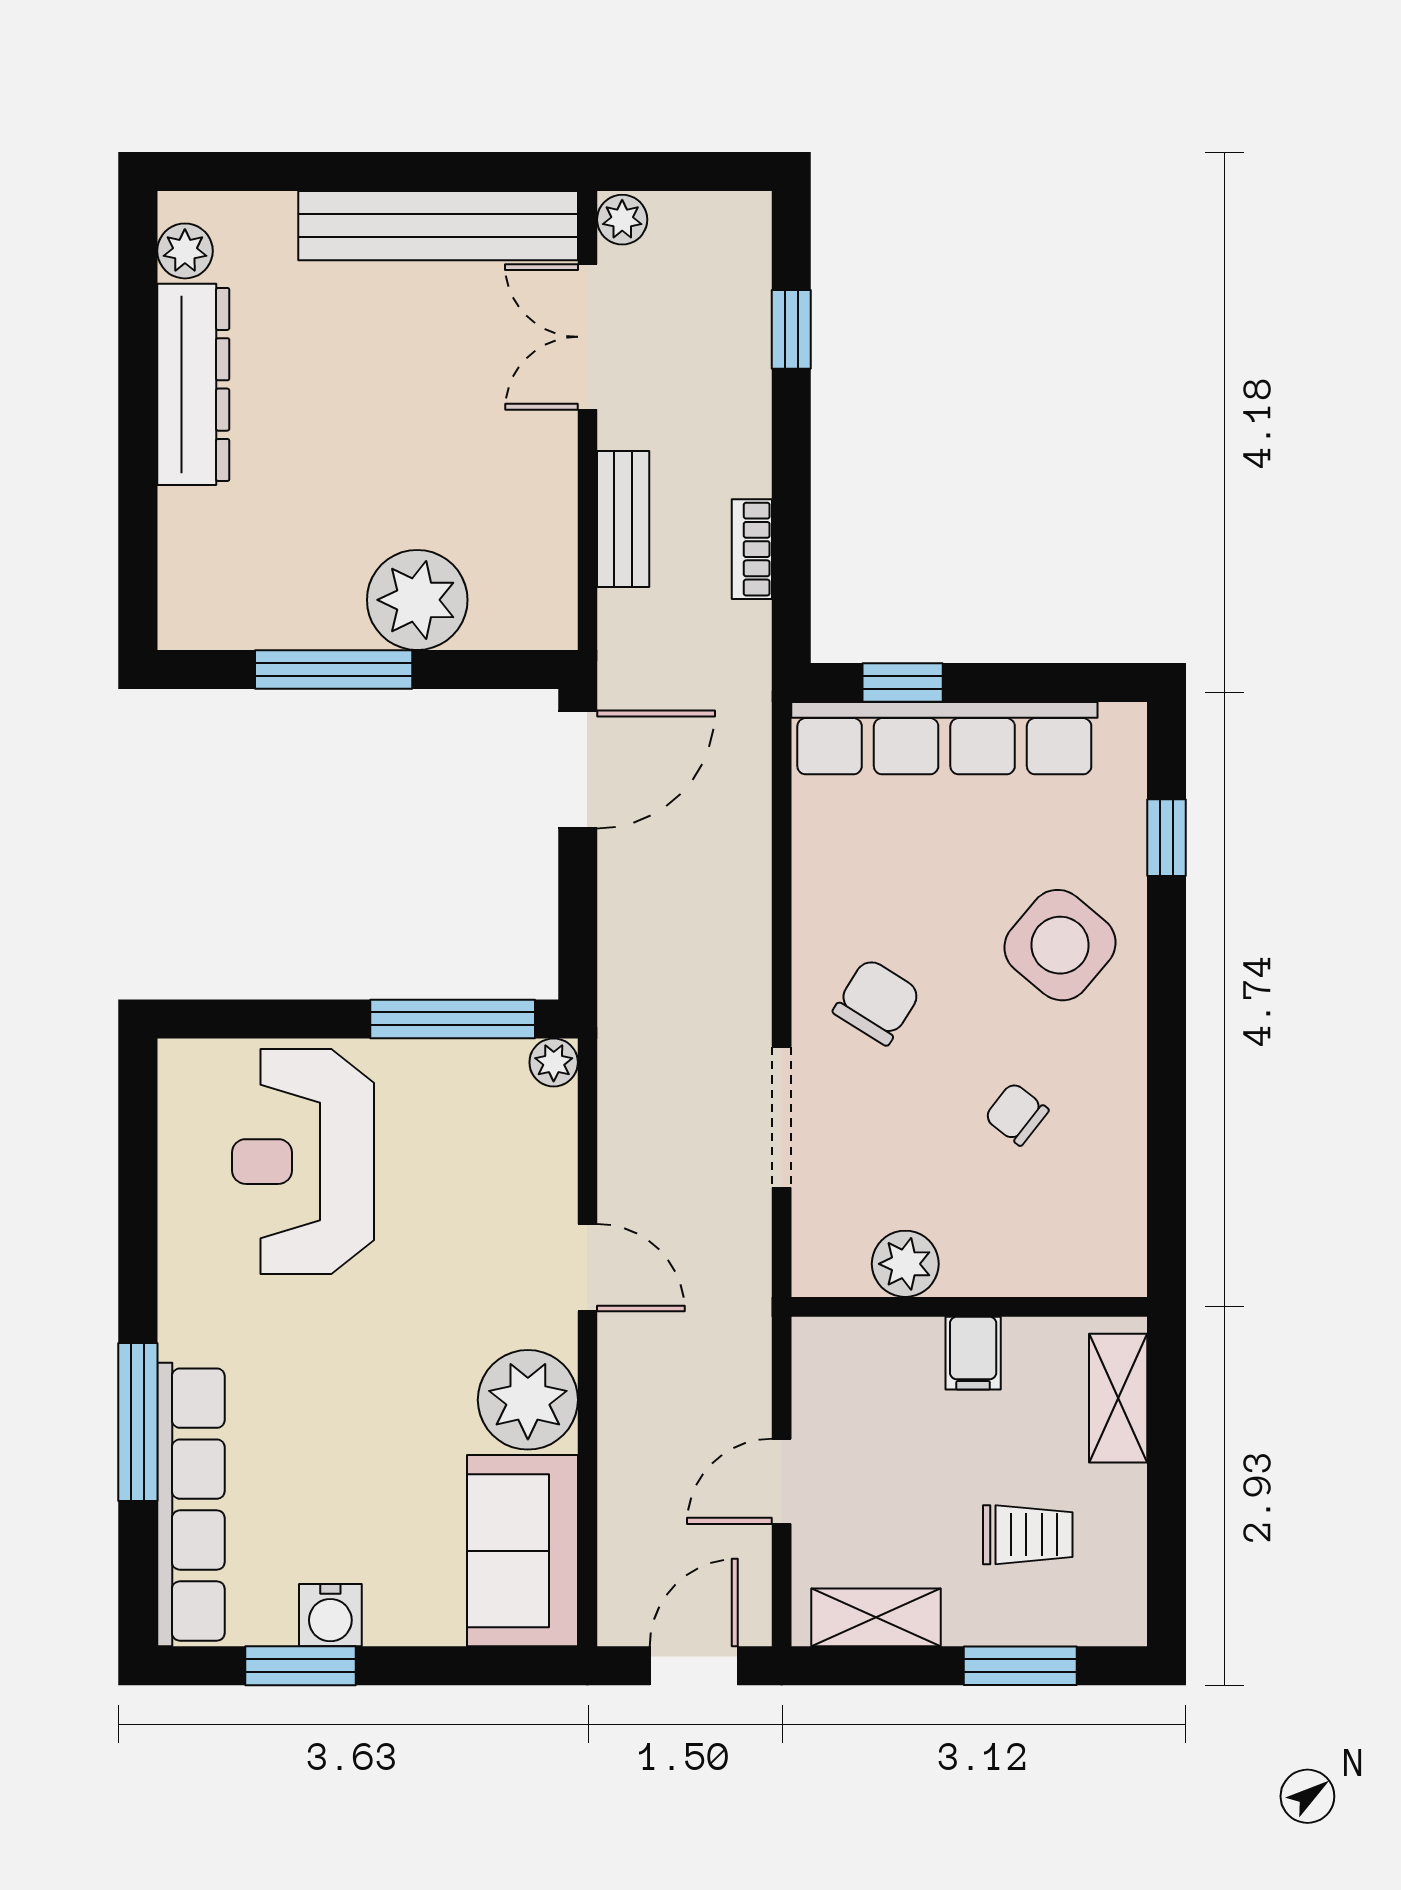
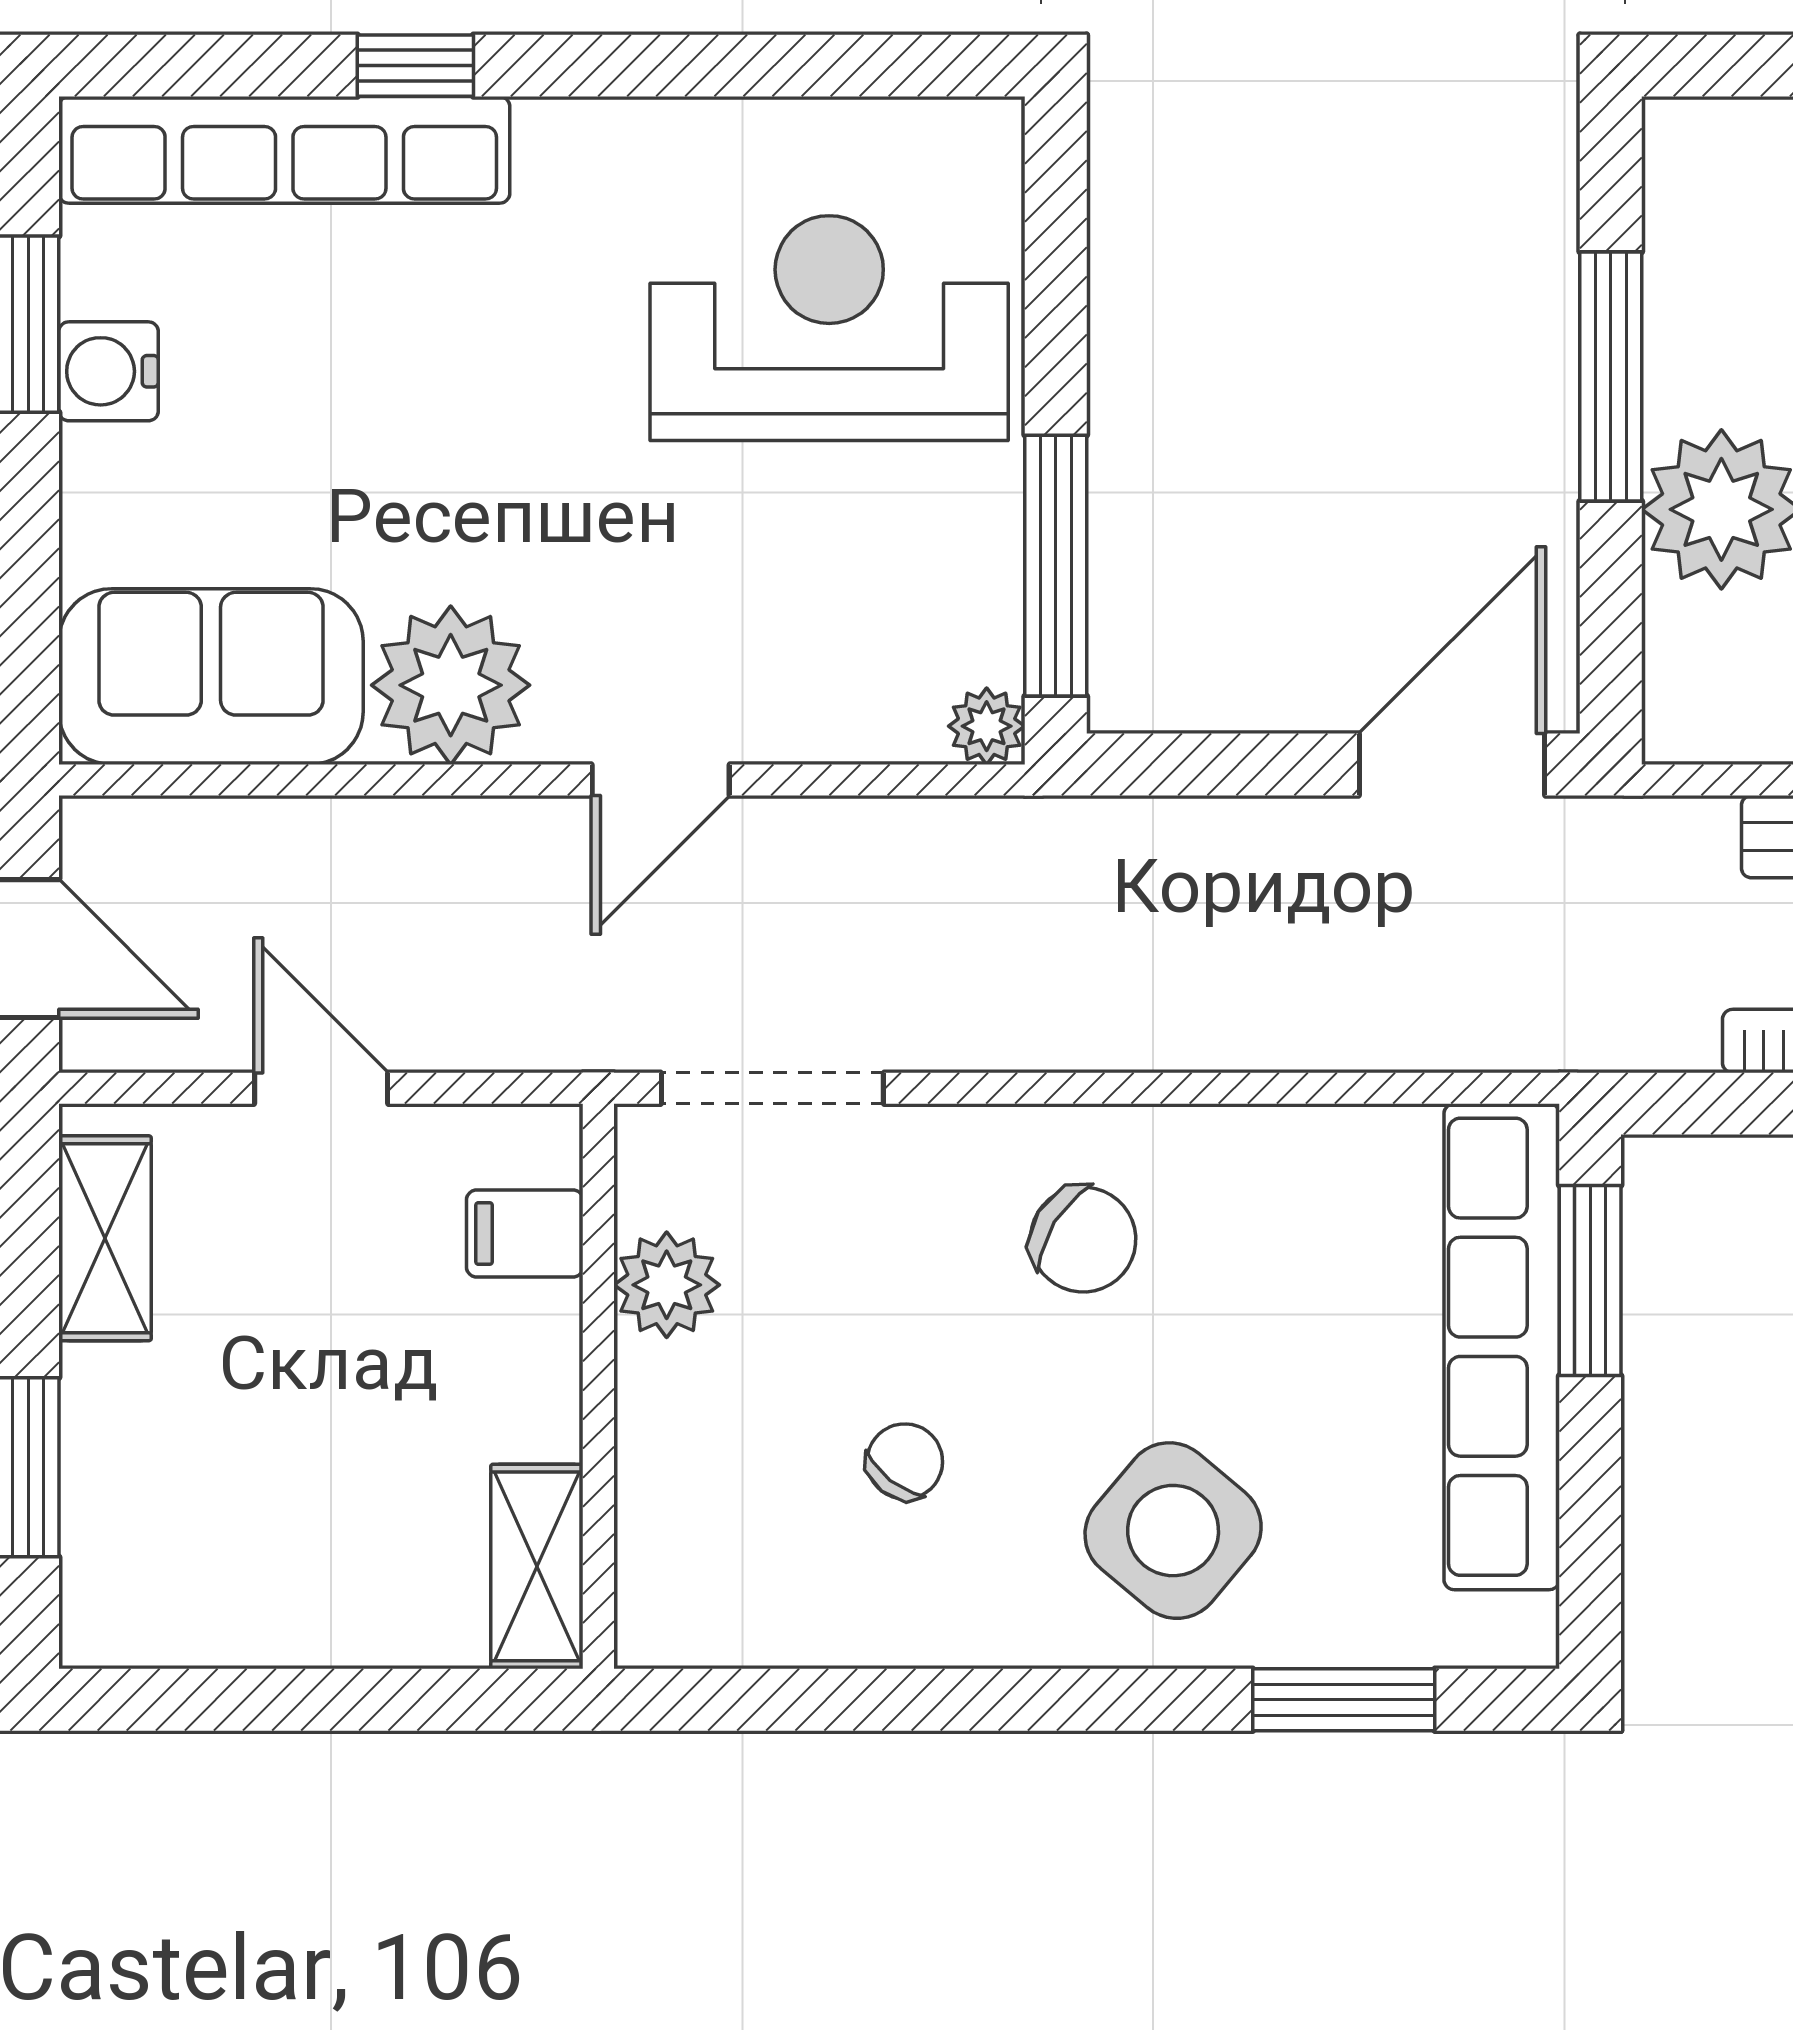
window: (903, 683) -> (1590, 1281), width x1.50
door: (578, 769) -> (1452, 765), swing flipped
window: (1166, 838) -> (1344, 1700), width x1.50
doorway: (782, 1117) -> (772, 1088), moved
filing cabinet: (973, 1353) -> (525, 1233), moved
shelving: (1118, 1398) -> (537, 1566), moved, turned 90
window: (138, 1422) -> (415, 66), width x0.46
trolley: (1028, 1535) -> (236, 1479), removed

